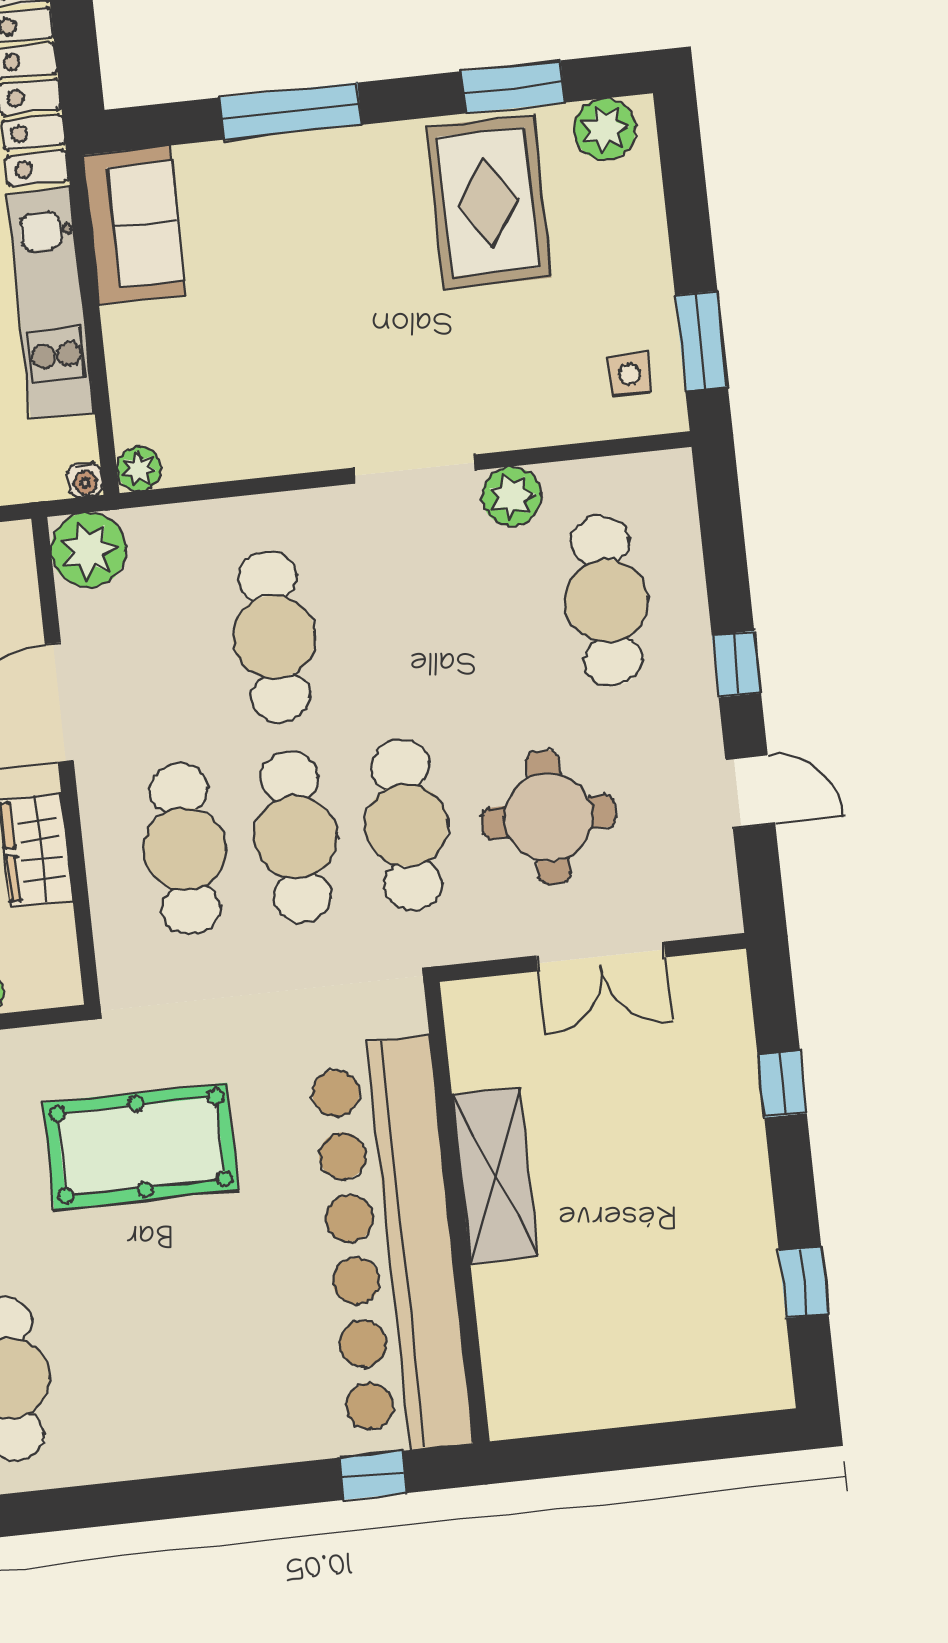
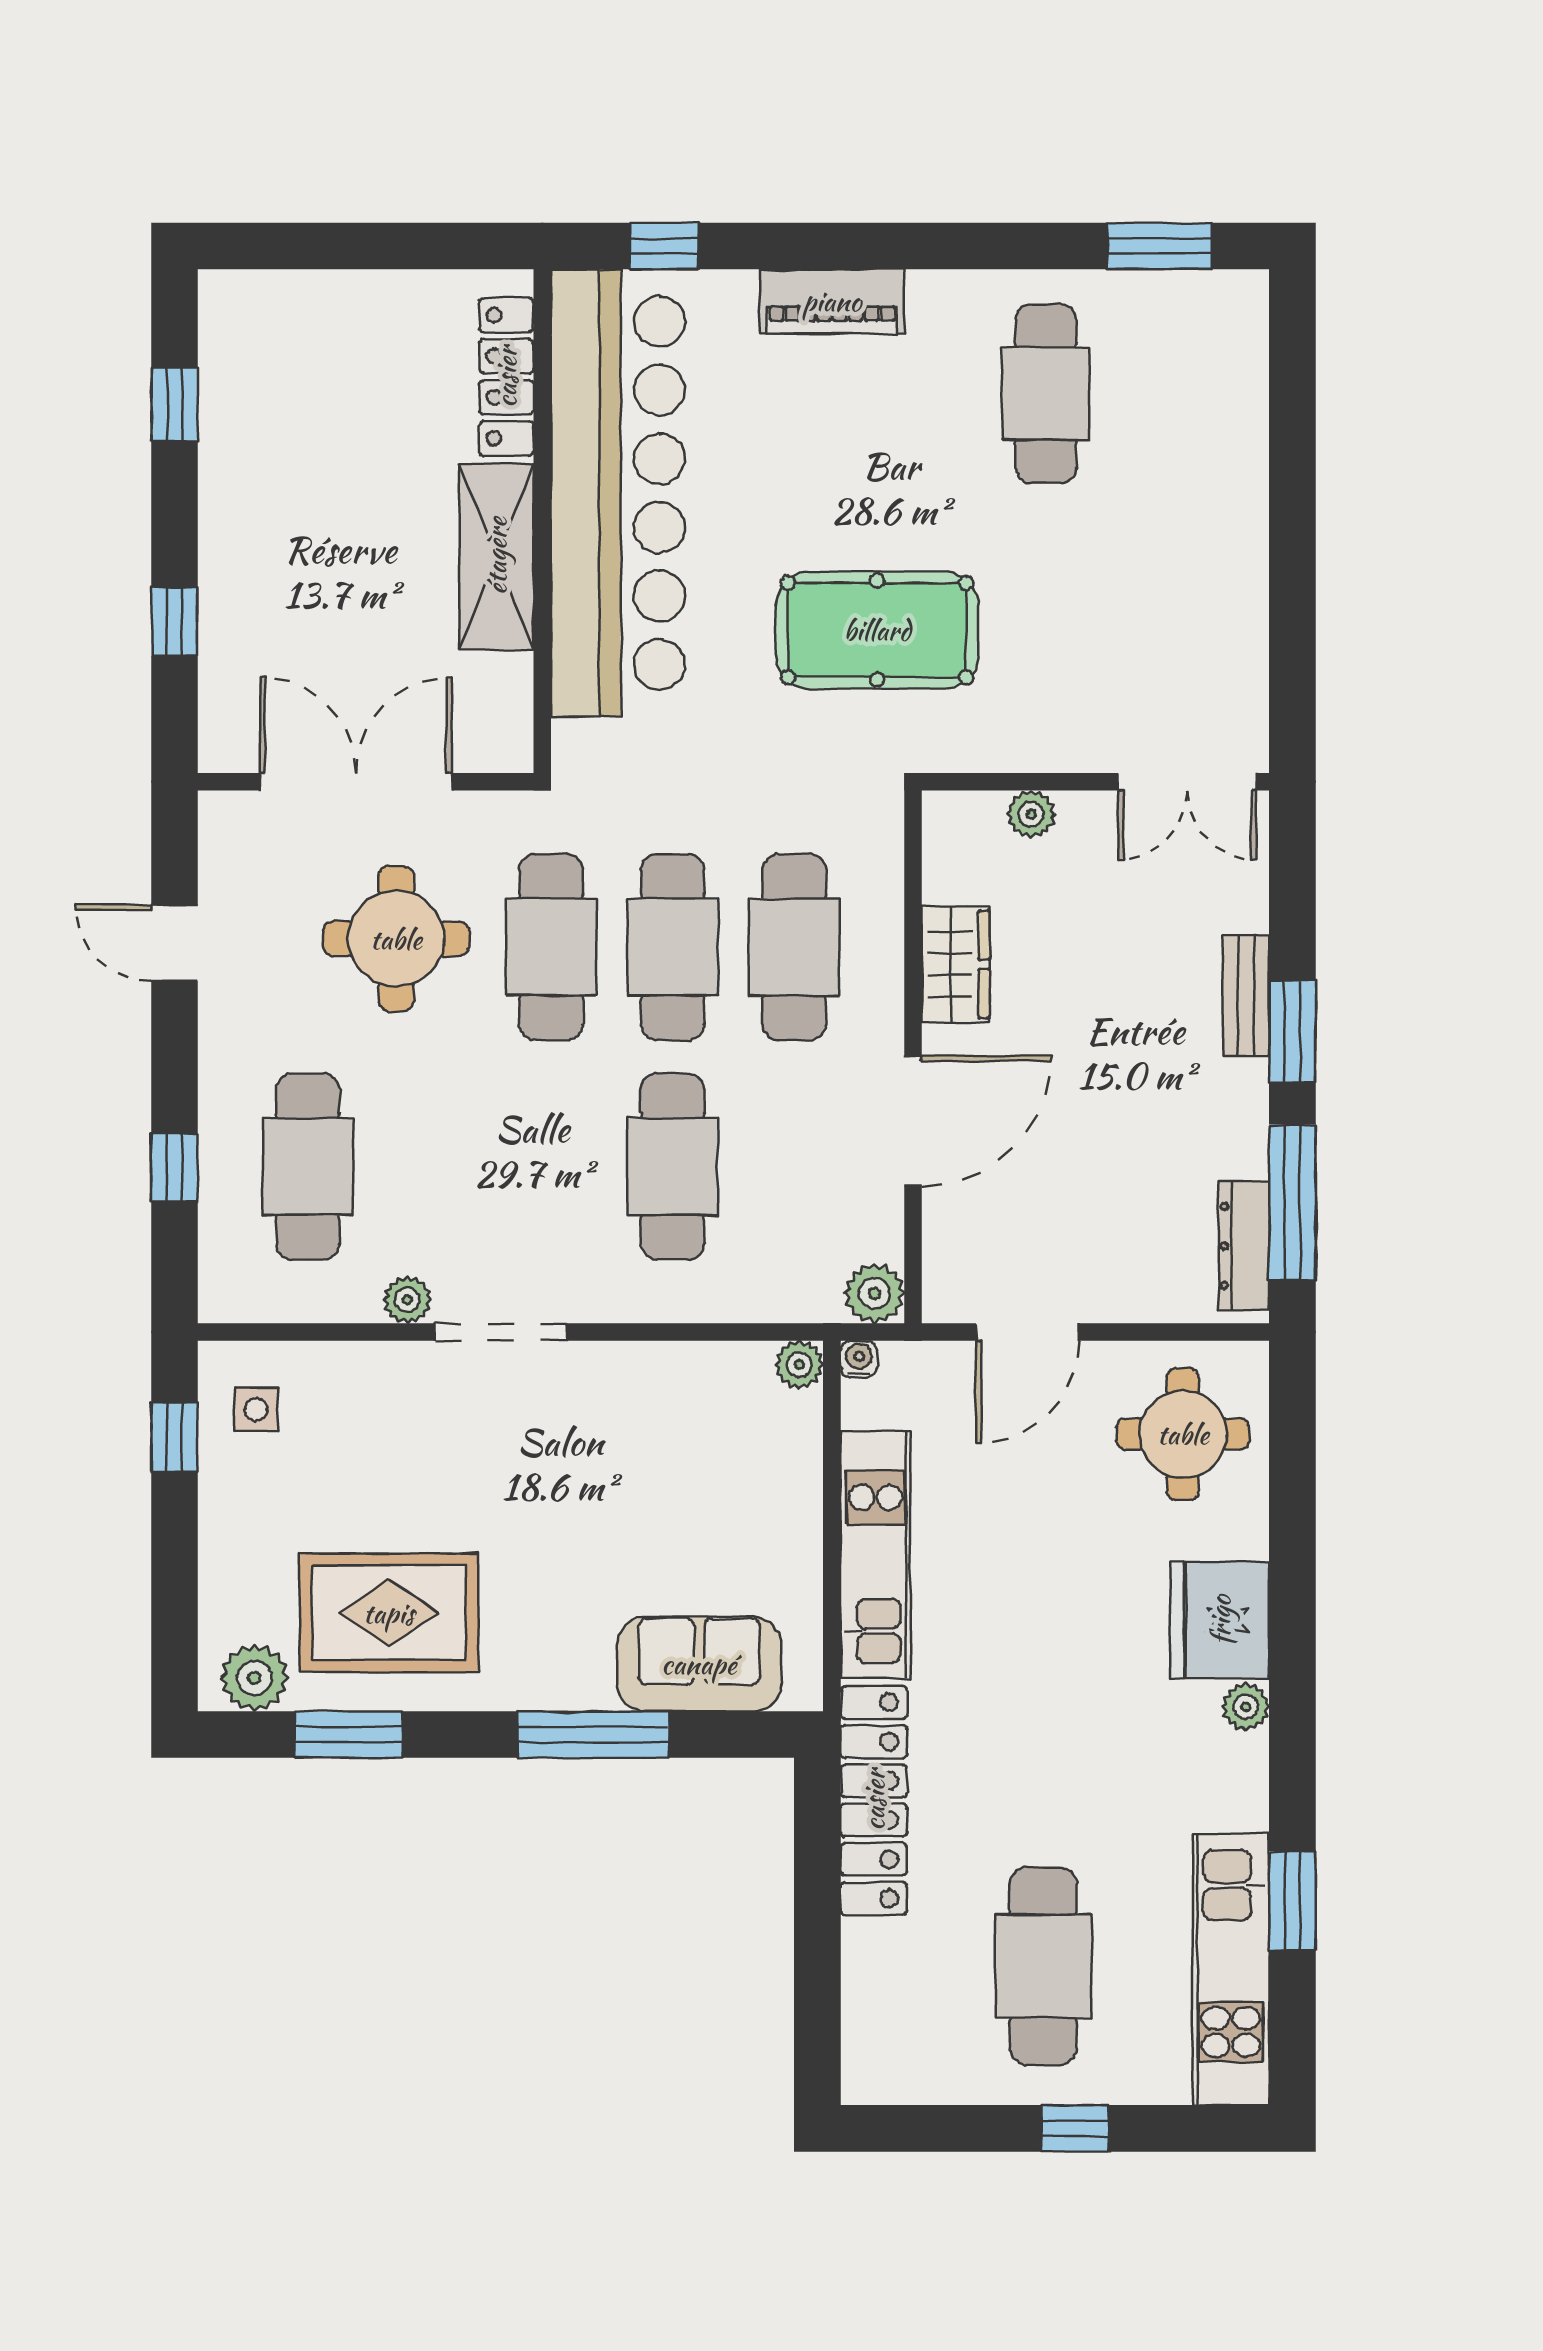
rug: (488, 202) -> (389, 1613), turned 90
sofa: (134, 225) -> (699, 1664), moved, turned 90
window: (701, 341) -> (175, 1437), width x0.67
plant: (512, 496) -> (407, 1300), width x0.73, depth x0.73
plant: (88, 550) -> (874, 1293), width x0.73, depth x0.73
window: (736, 664) -> (175, 1167), moved
double door: (601, 956) -> (356, 782), width x1.37
locker: (504, 1341) -> (506, 377), added
piano: (214, 1441) -> (832, 301), added

